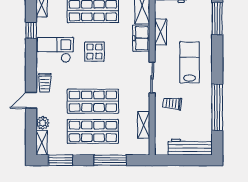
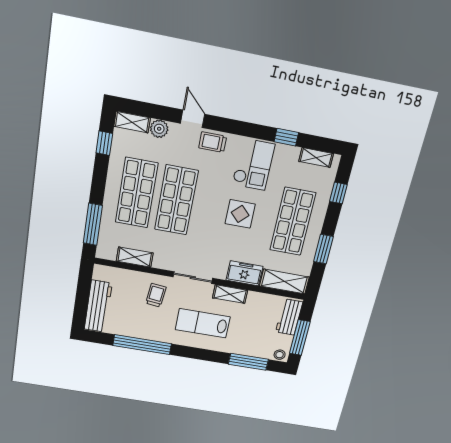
shelving: (161, 32) -> (230, 294), moved
lab bench: (190, 62) -> (203, 323), turned 180
window: (61, 160) -> (104, 143), width x0.67
window: (110, 160) -> (93, 224), moved

